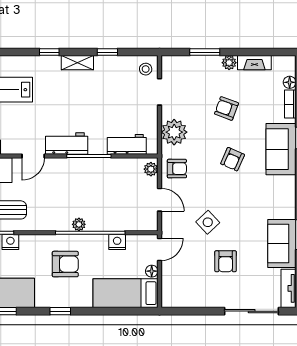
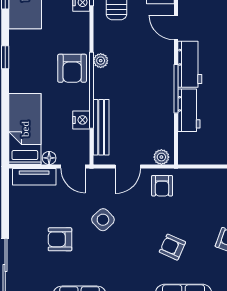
plant: (174, 132) -> (202, 183), removed
workbench: (127, 144) -> (189, 110), moved
plant: (79, 224) -> (101, 61), moved
bench: (124, 224) -> (101, 127), added
armchair: (65, 264) -> (72, 68), moved
tv unit: (169, 285) -> (34, 177), added

